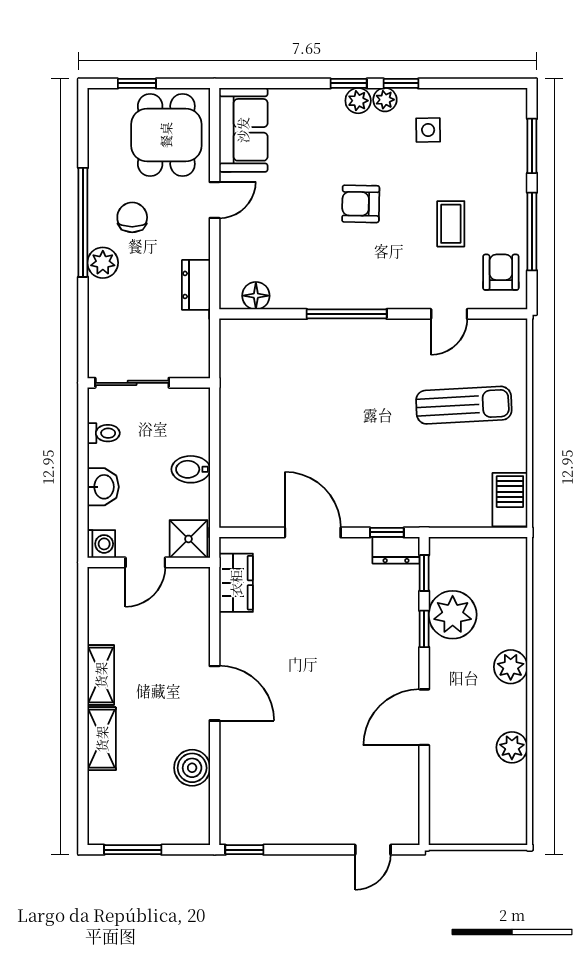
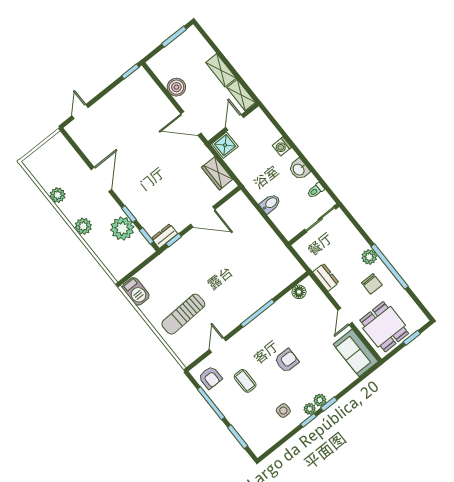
shower: (188, 539) -> (225, 145), moved
door: (145, 562) -> (235, 122), moved
wall: (149, 562) -> (233, 124), moved

